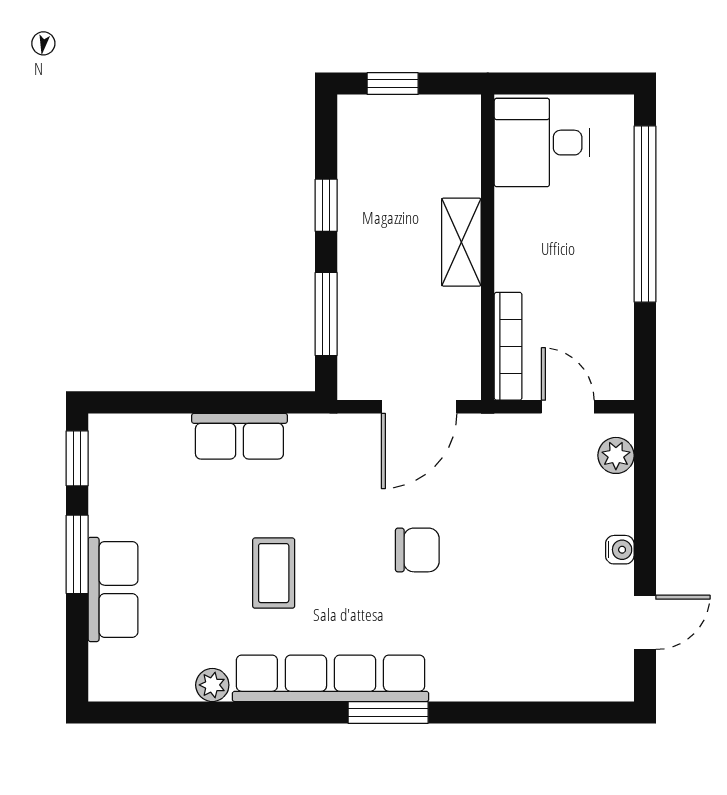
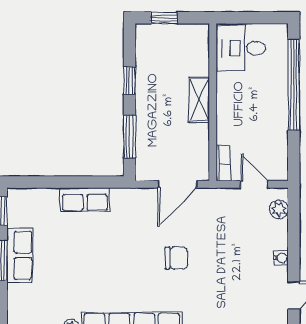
bookcase: (508, 346) -> (223, 163), width x0.64
coffee table: (274, 573) -> (103, 270), removed
row of seats: (113, 589) -> (20, 255), moved

